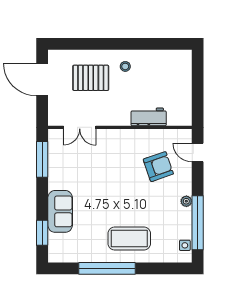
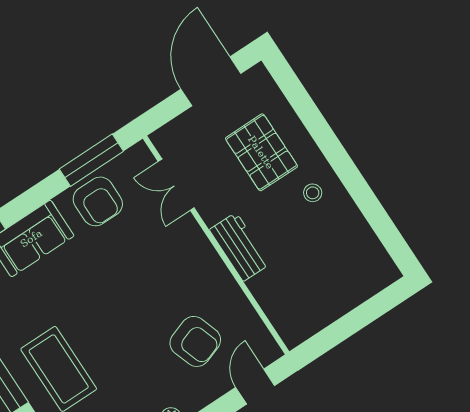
workbench: (149, 117) -> (240, 247), moved
armchair: (63, 169) -> (98, 201), added

